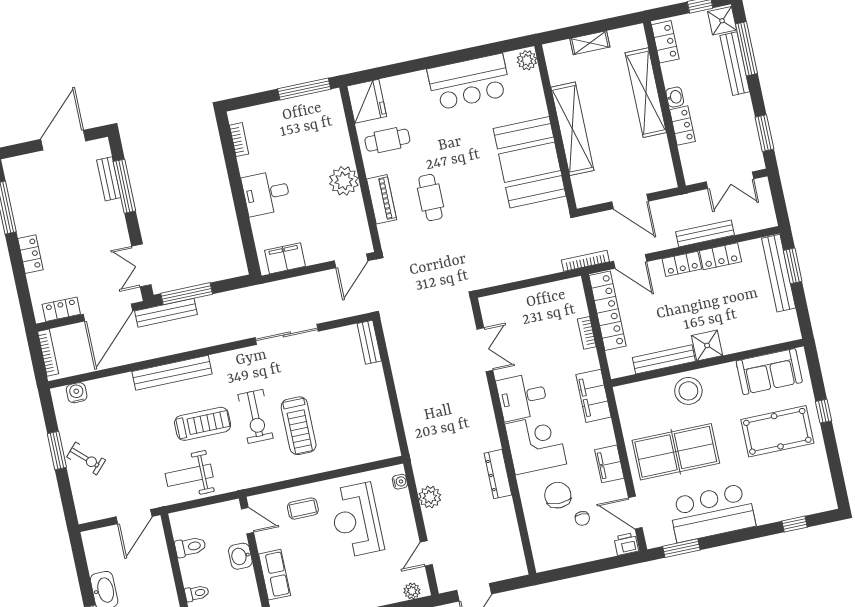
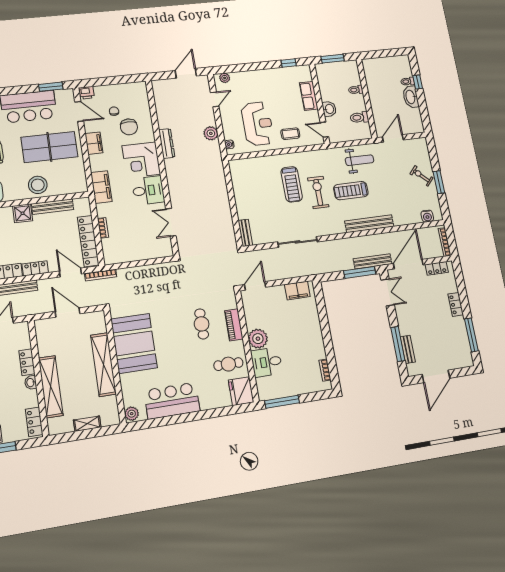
desk: (266, 193) -> (267, 362), moved, turned 180
treadmill: (299, 426) -> (292, 184), turned 180

